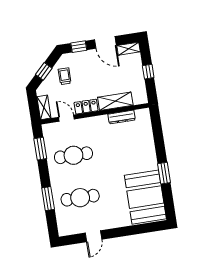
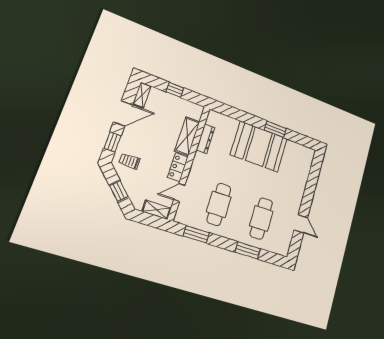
trolley: (65, 76) -> (130, 161), moved
booth: (145, 197) -> (259, 147), moved

